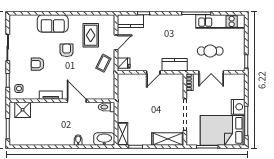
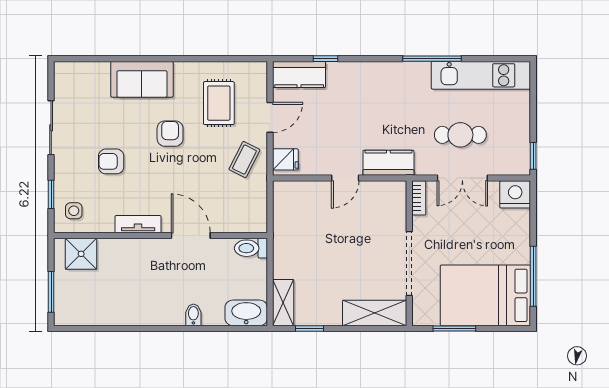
nightstand: (238, 107) -> (515, 194), moved, turned -90

